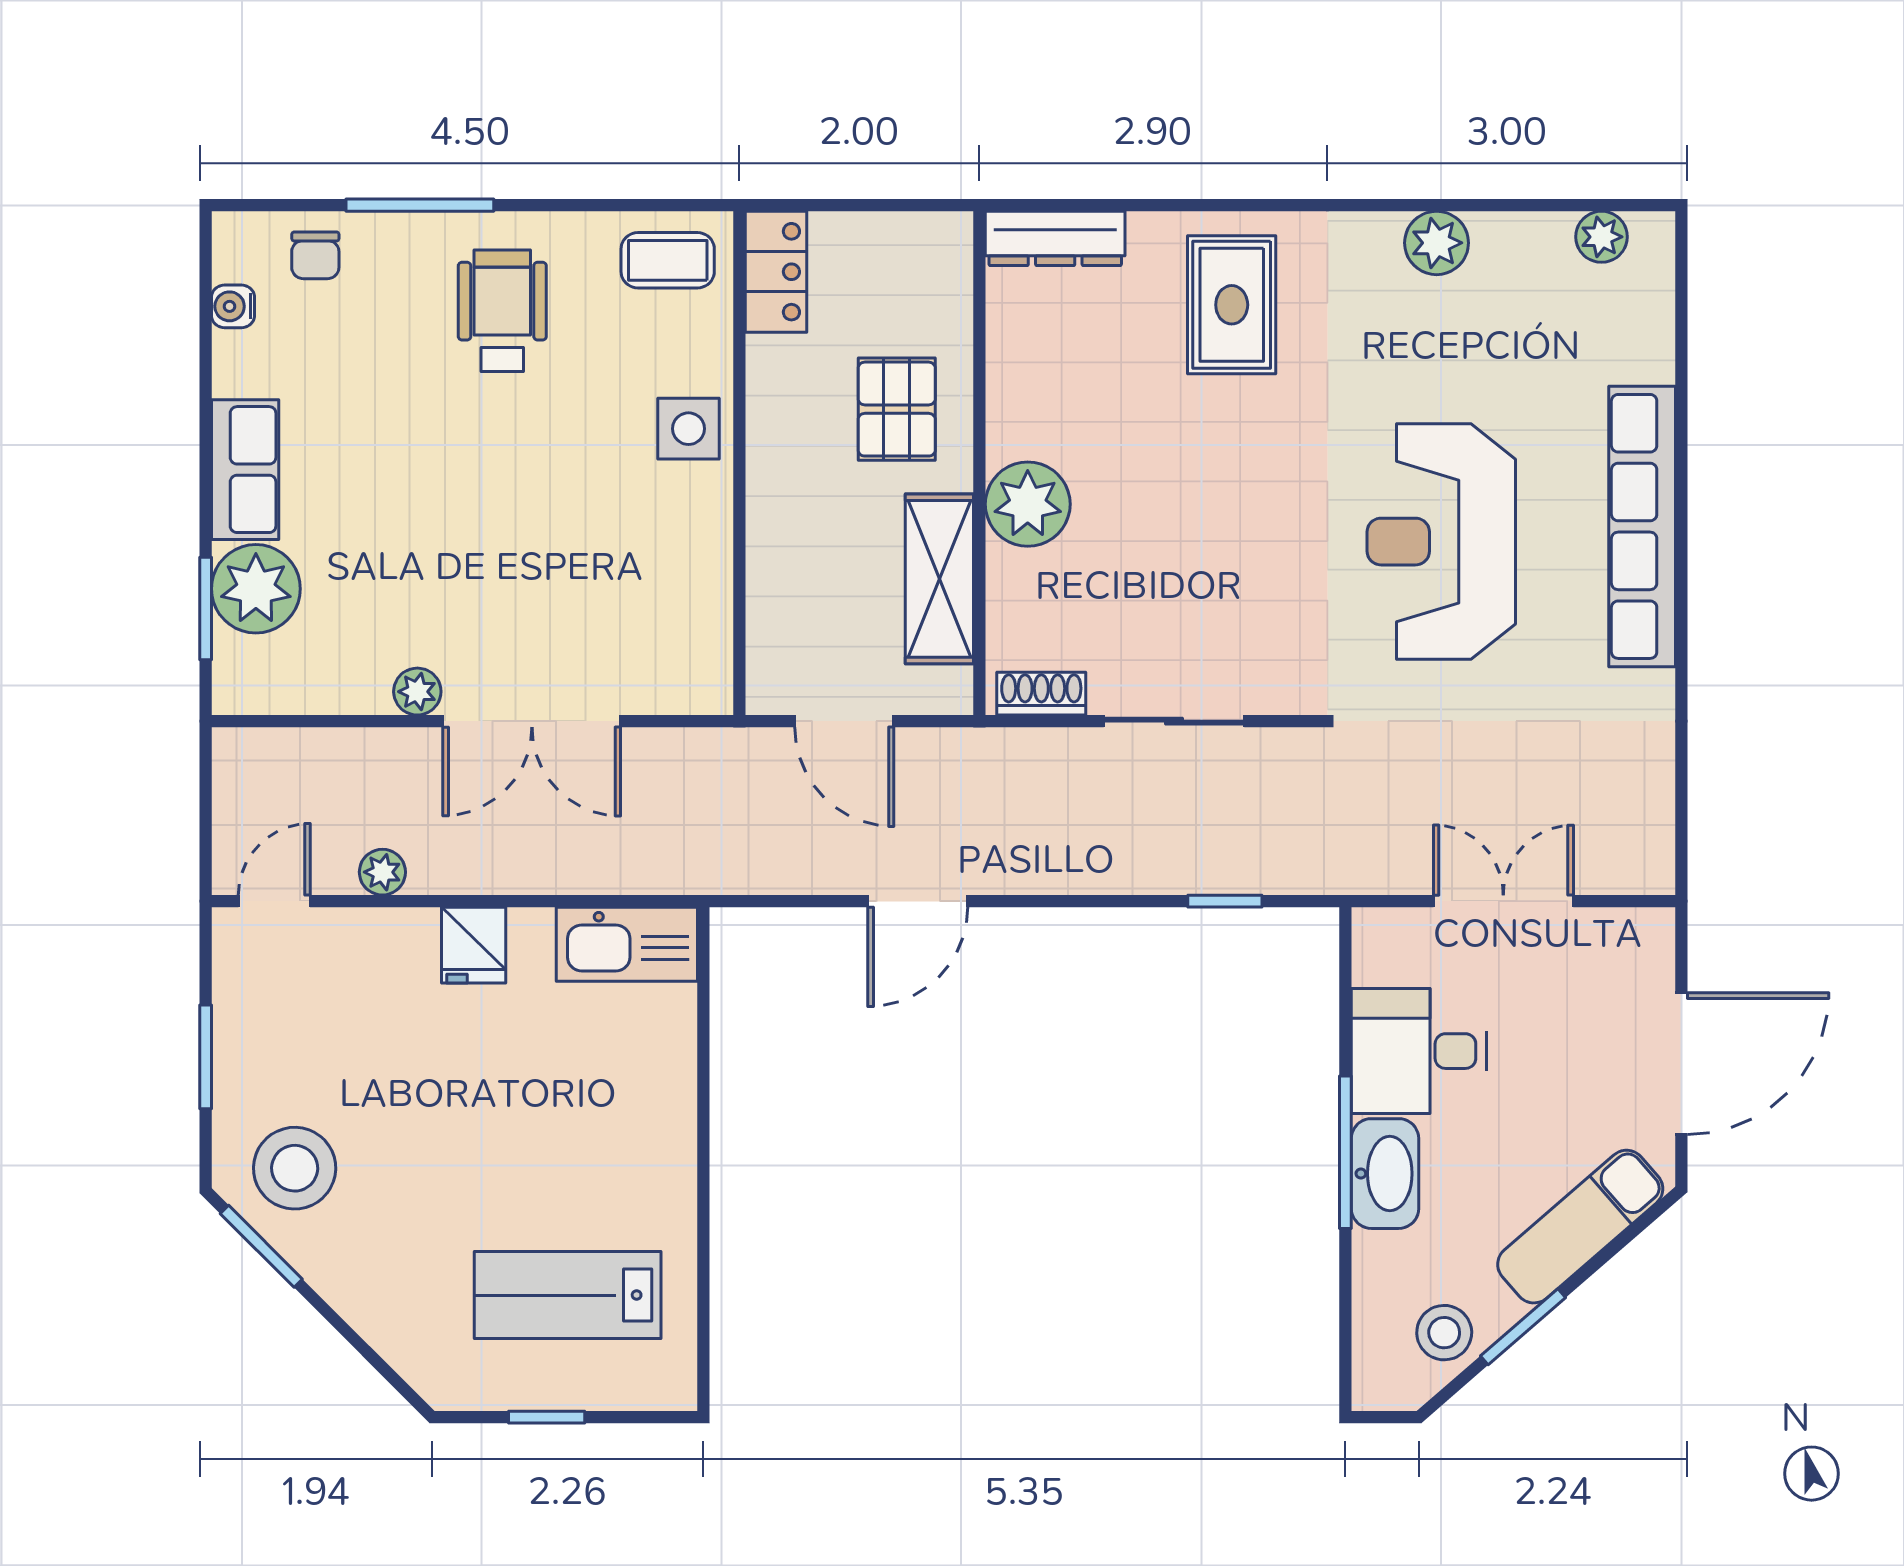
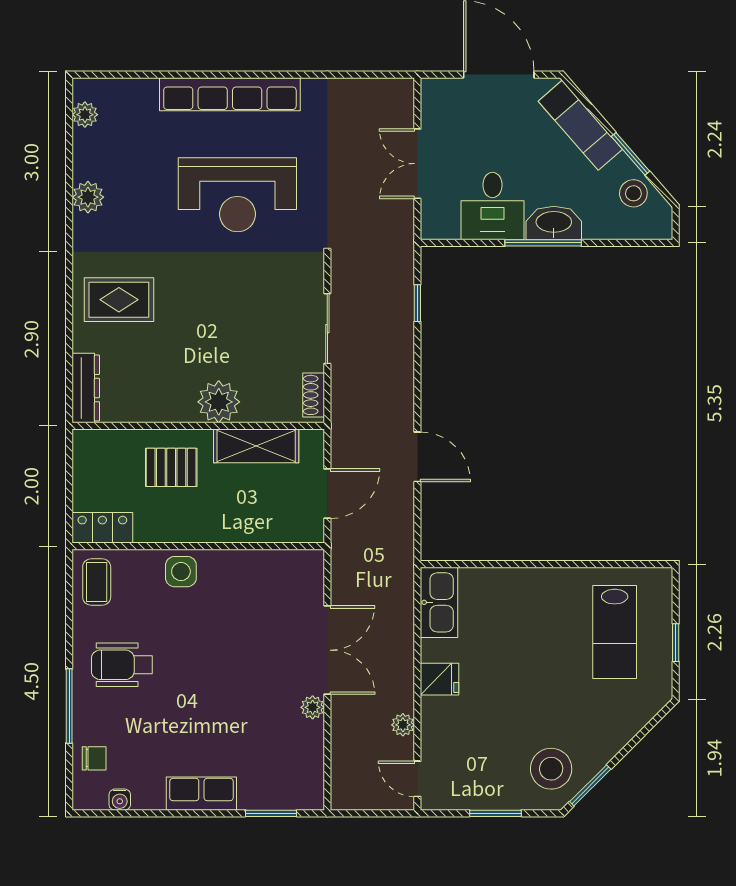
plant: (256, 589) -> (261, 788), removed

